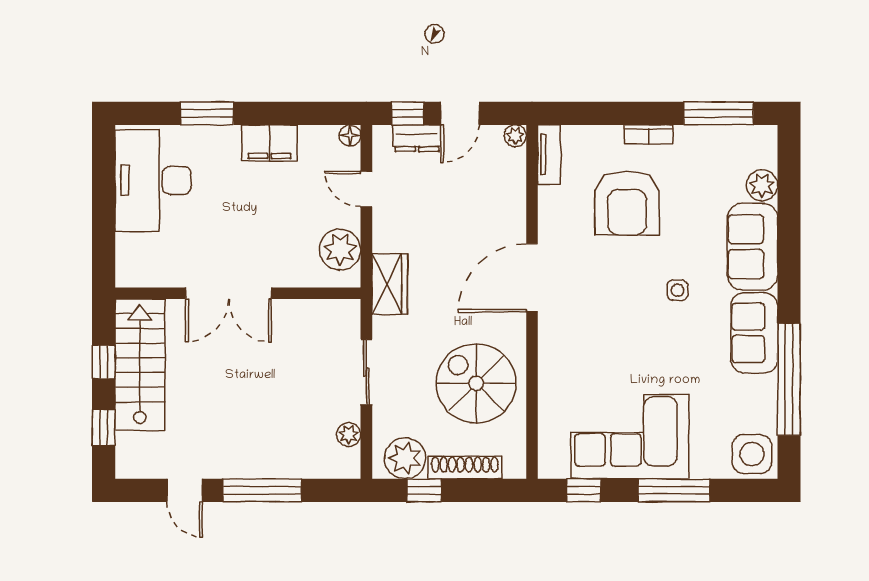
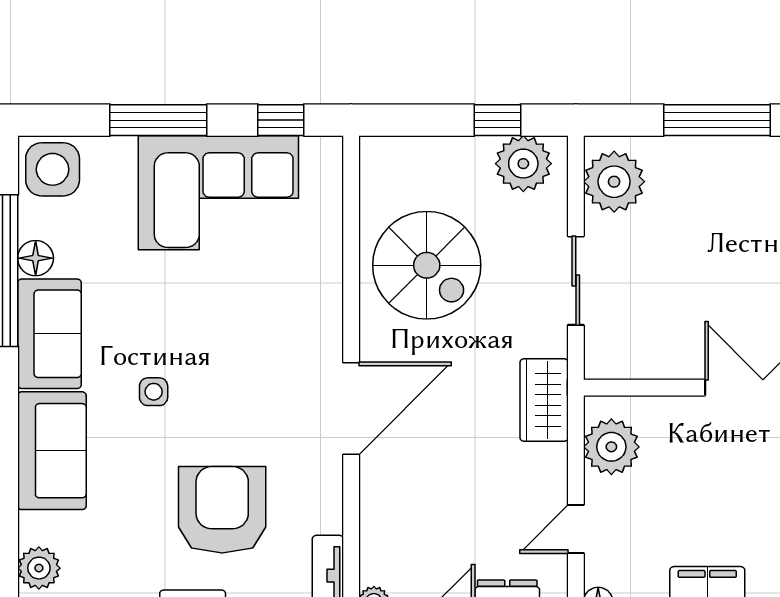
plant: (762, 185) -> (39, 568), moved
door: (366, 189) -> (576, 529), swing flipped
floor lamp: (765, 389) -> (36, 258), added
plant: (349, 434) -> (614, 182), width x1.88, depth x1.88
shoe rack: (465, 468) -> (442, 151), removed

